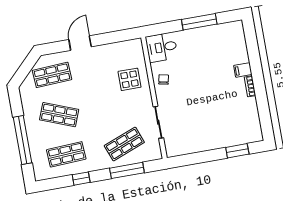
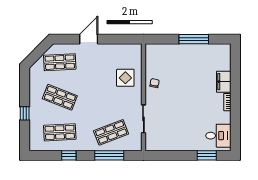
desk: (162, 47) -> (218, 136), moved, turned 180
filing cabinet: (243, 70) -> (224, 82), width x2.00
window: (22, 140) -> (25, 113), width x0.32

